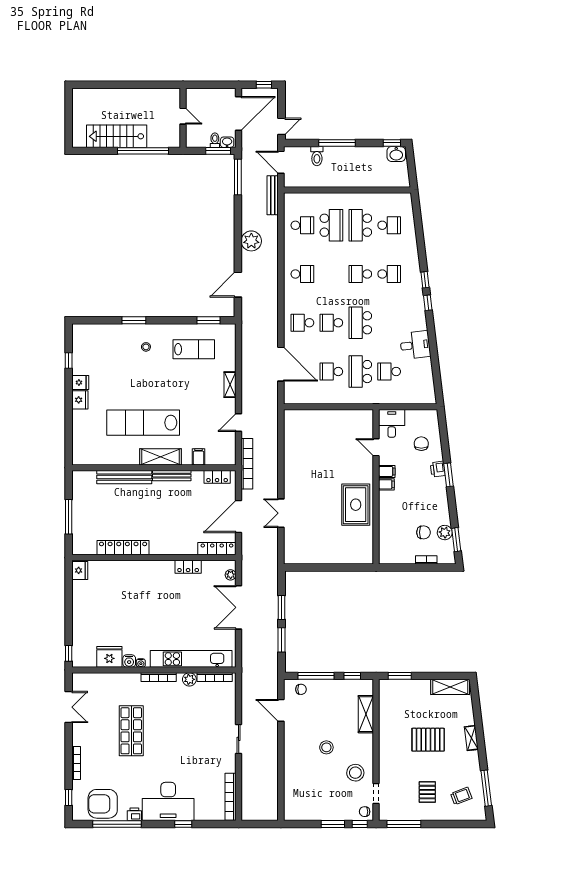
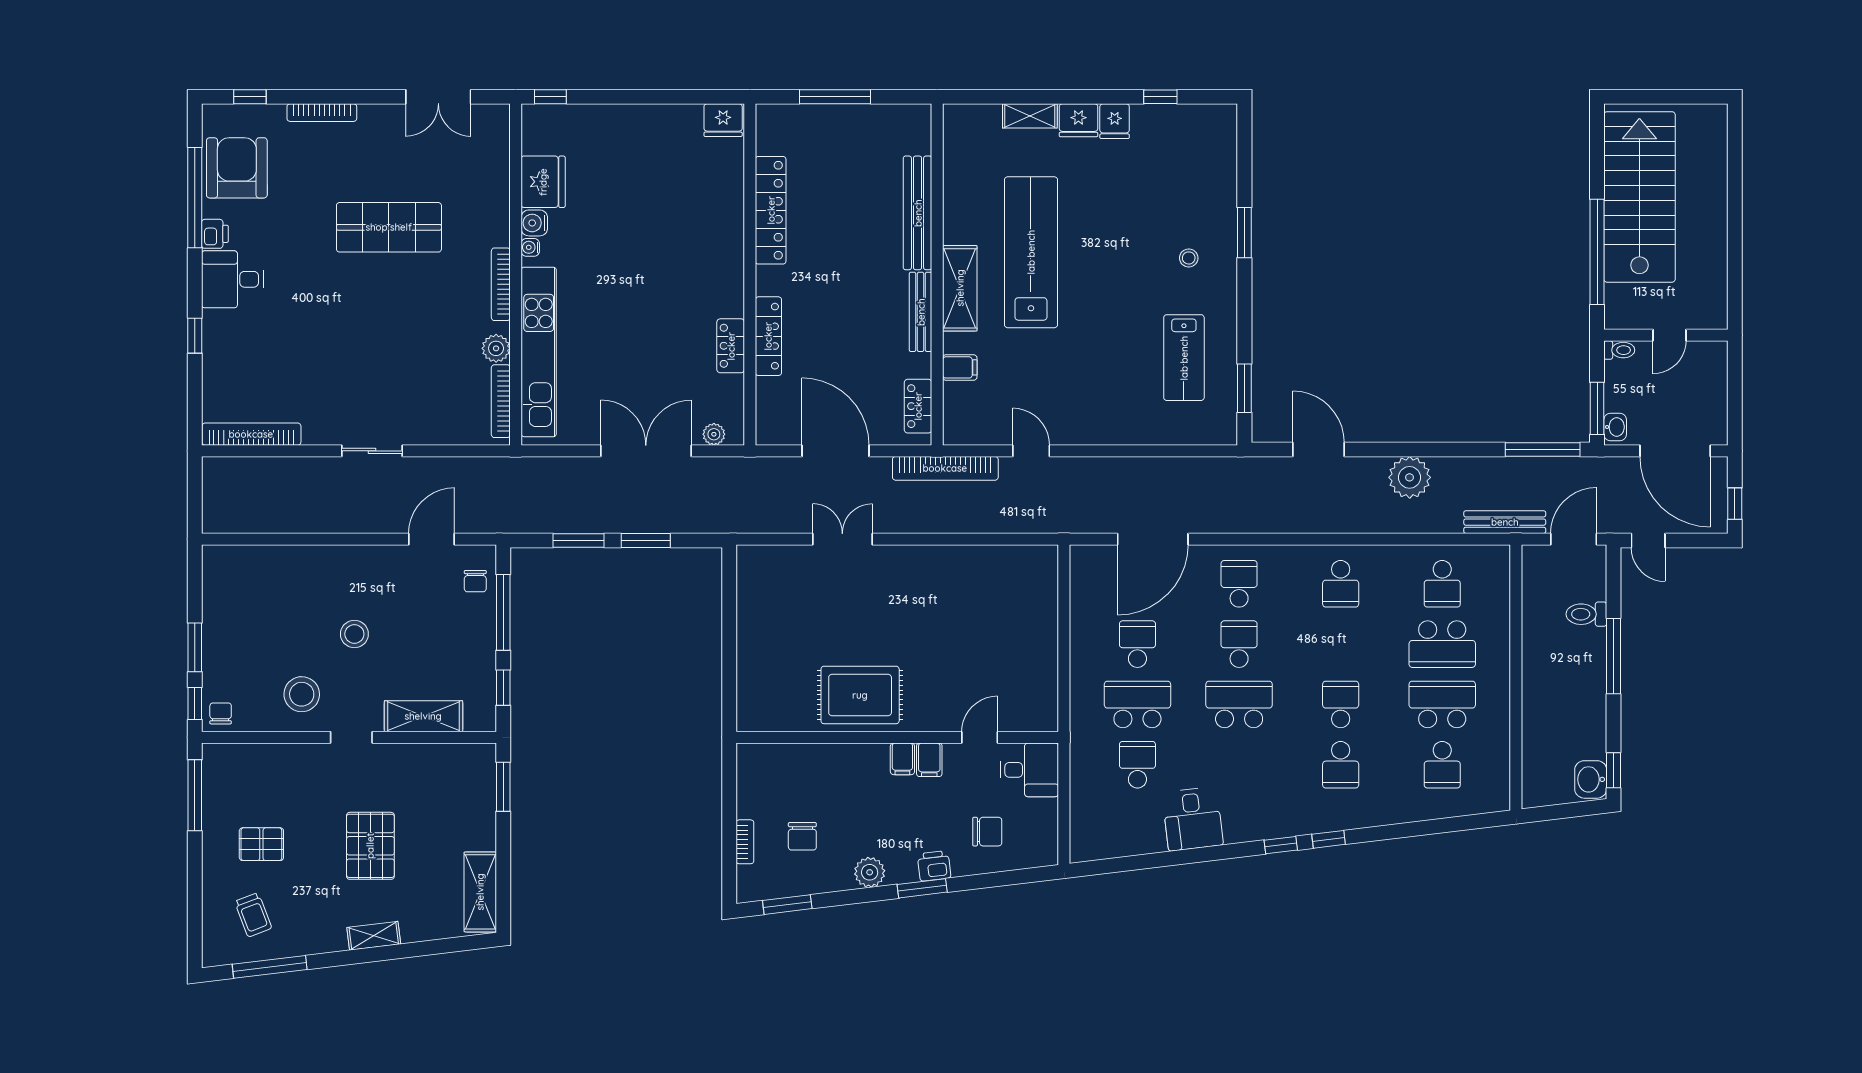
stairs: (117, 136) -> (1639, 197), width x1.36, depth x1.51
toilet: (215, 140) -> (1619, 350), moved
shelving: (230, 385) -> (1030, 116), moved
plant: (445, 533) -> (870, 872), moved
locker: (217, 549) -> (768, 336), moved
doorway: (376, 793) -> (351, 737), moved
desk: (168, 801) -> (232, 279), width x0.53, depth x0.77

